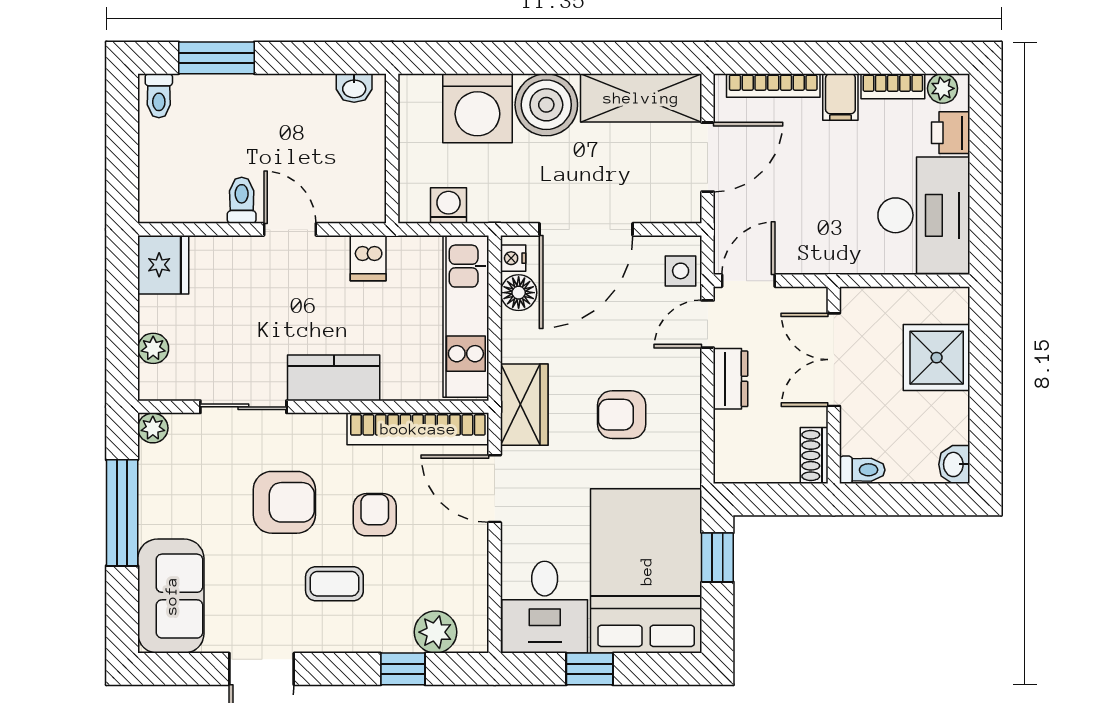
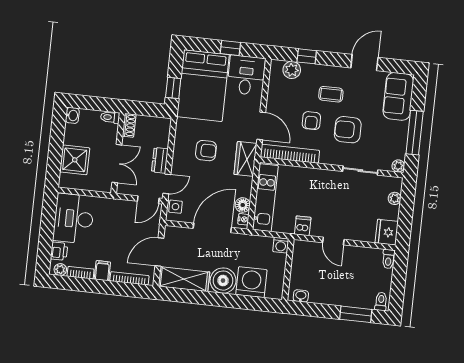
toilet: (242, 200) -> (388, 259), moved
washing machine: (449, 206) -> (281, 245), moved
kitchen counter: (334, 378) -> (322, 178), removed

